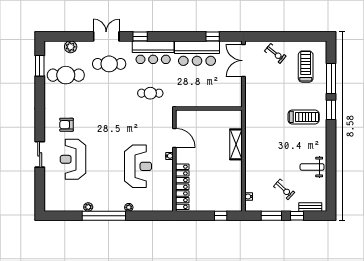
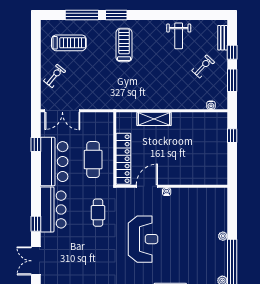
cafe table: (109, 64) -> (93, 160), moved
treadmill: (306, 67) -> (69, 43), turned 180
reception desk: (138, 166) -> (143, 239), moved, turned 90
locker: (182, 187) -> (123, 159), moved, turned 90

